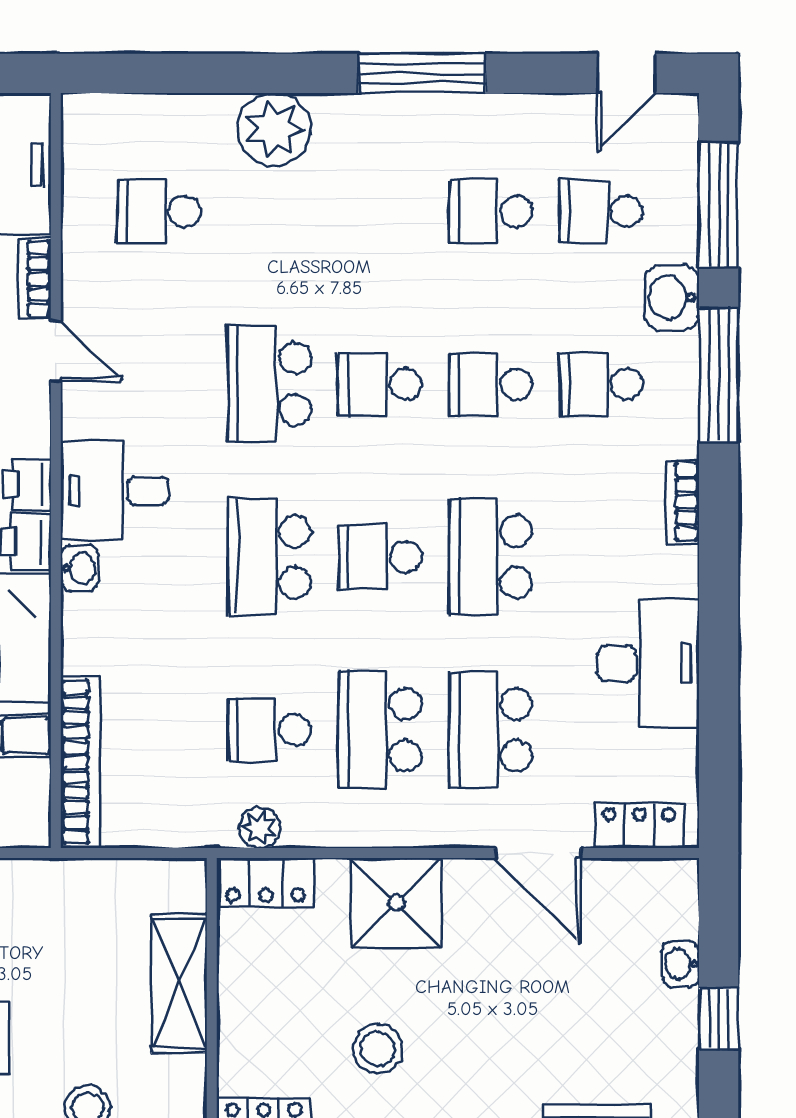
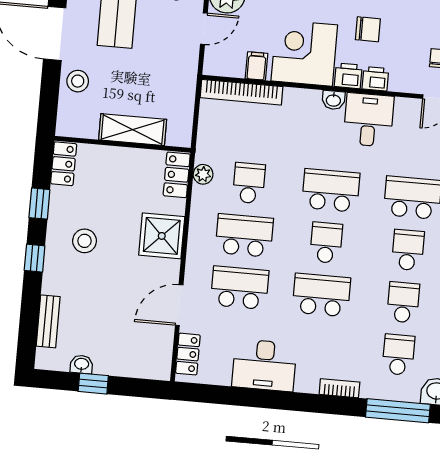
washbasin: (681, 964) -> (82, 364), moved
stool: (378, 1049) -> (84, 241), moved

